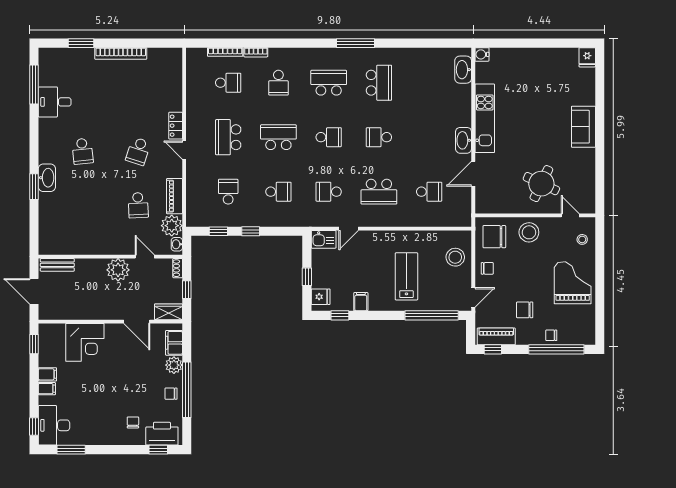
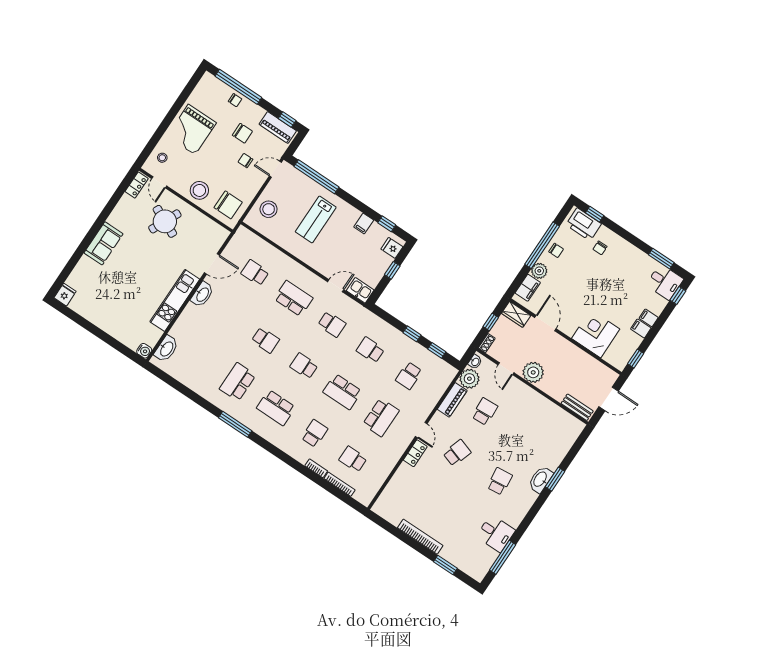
locker: (589, 199) -> (137, 185), added
chair: (487, 268) -> (245, 161), moved
door: (34, 291) -> (609, 399), hinge flipped
desk: (54, 425) -> (665, 282), width x0.73

